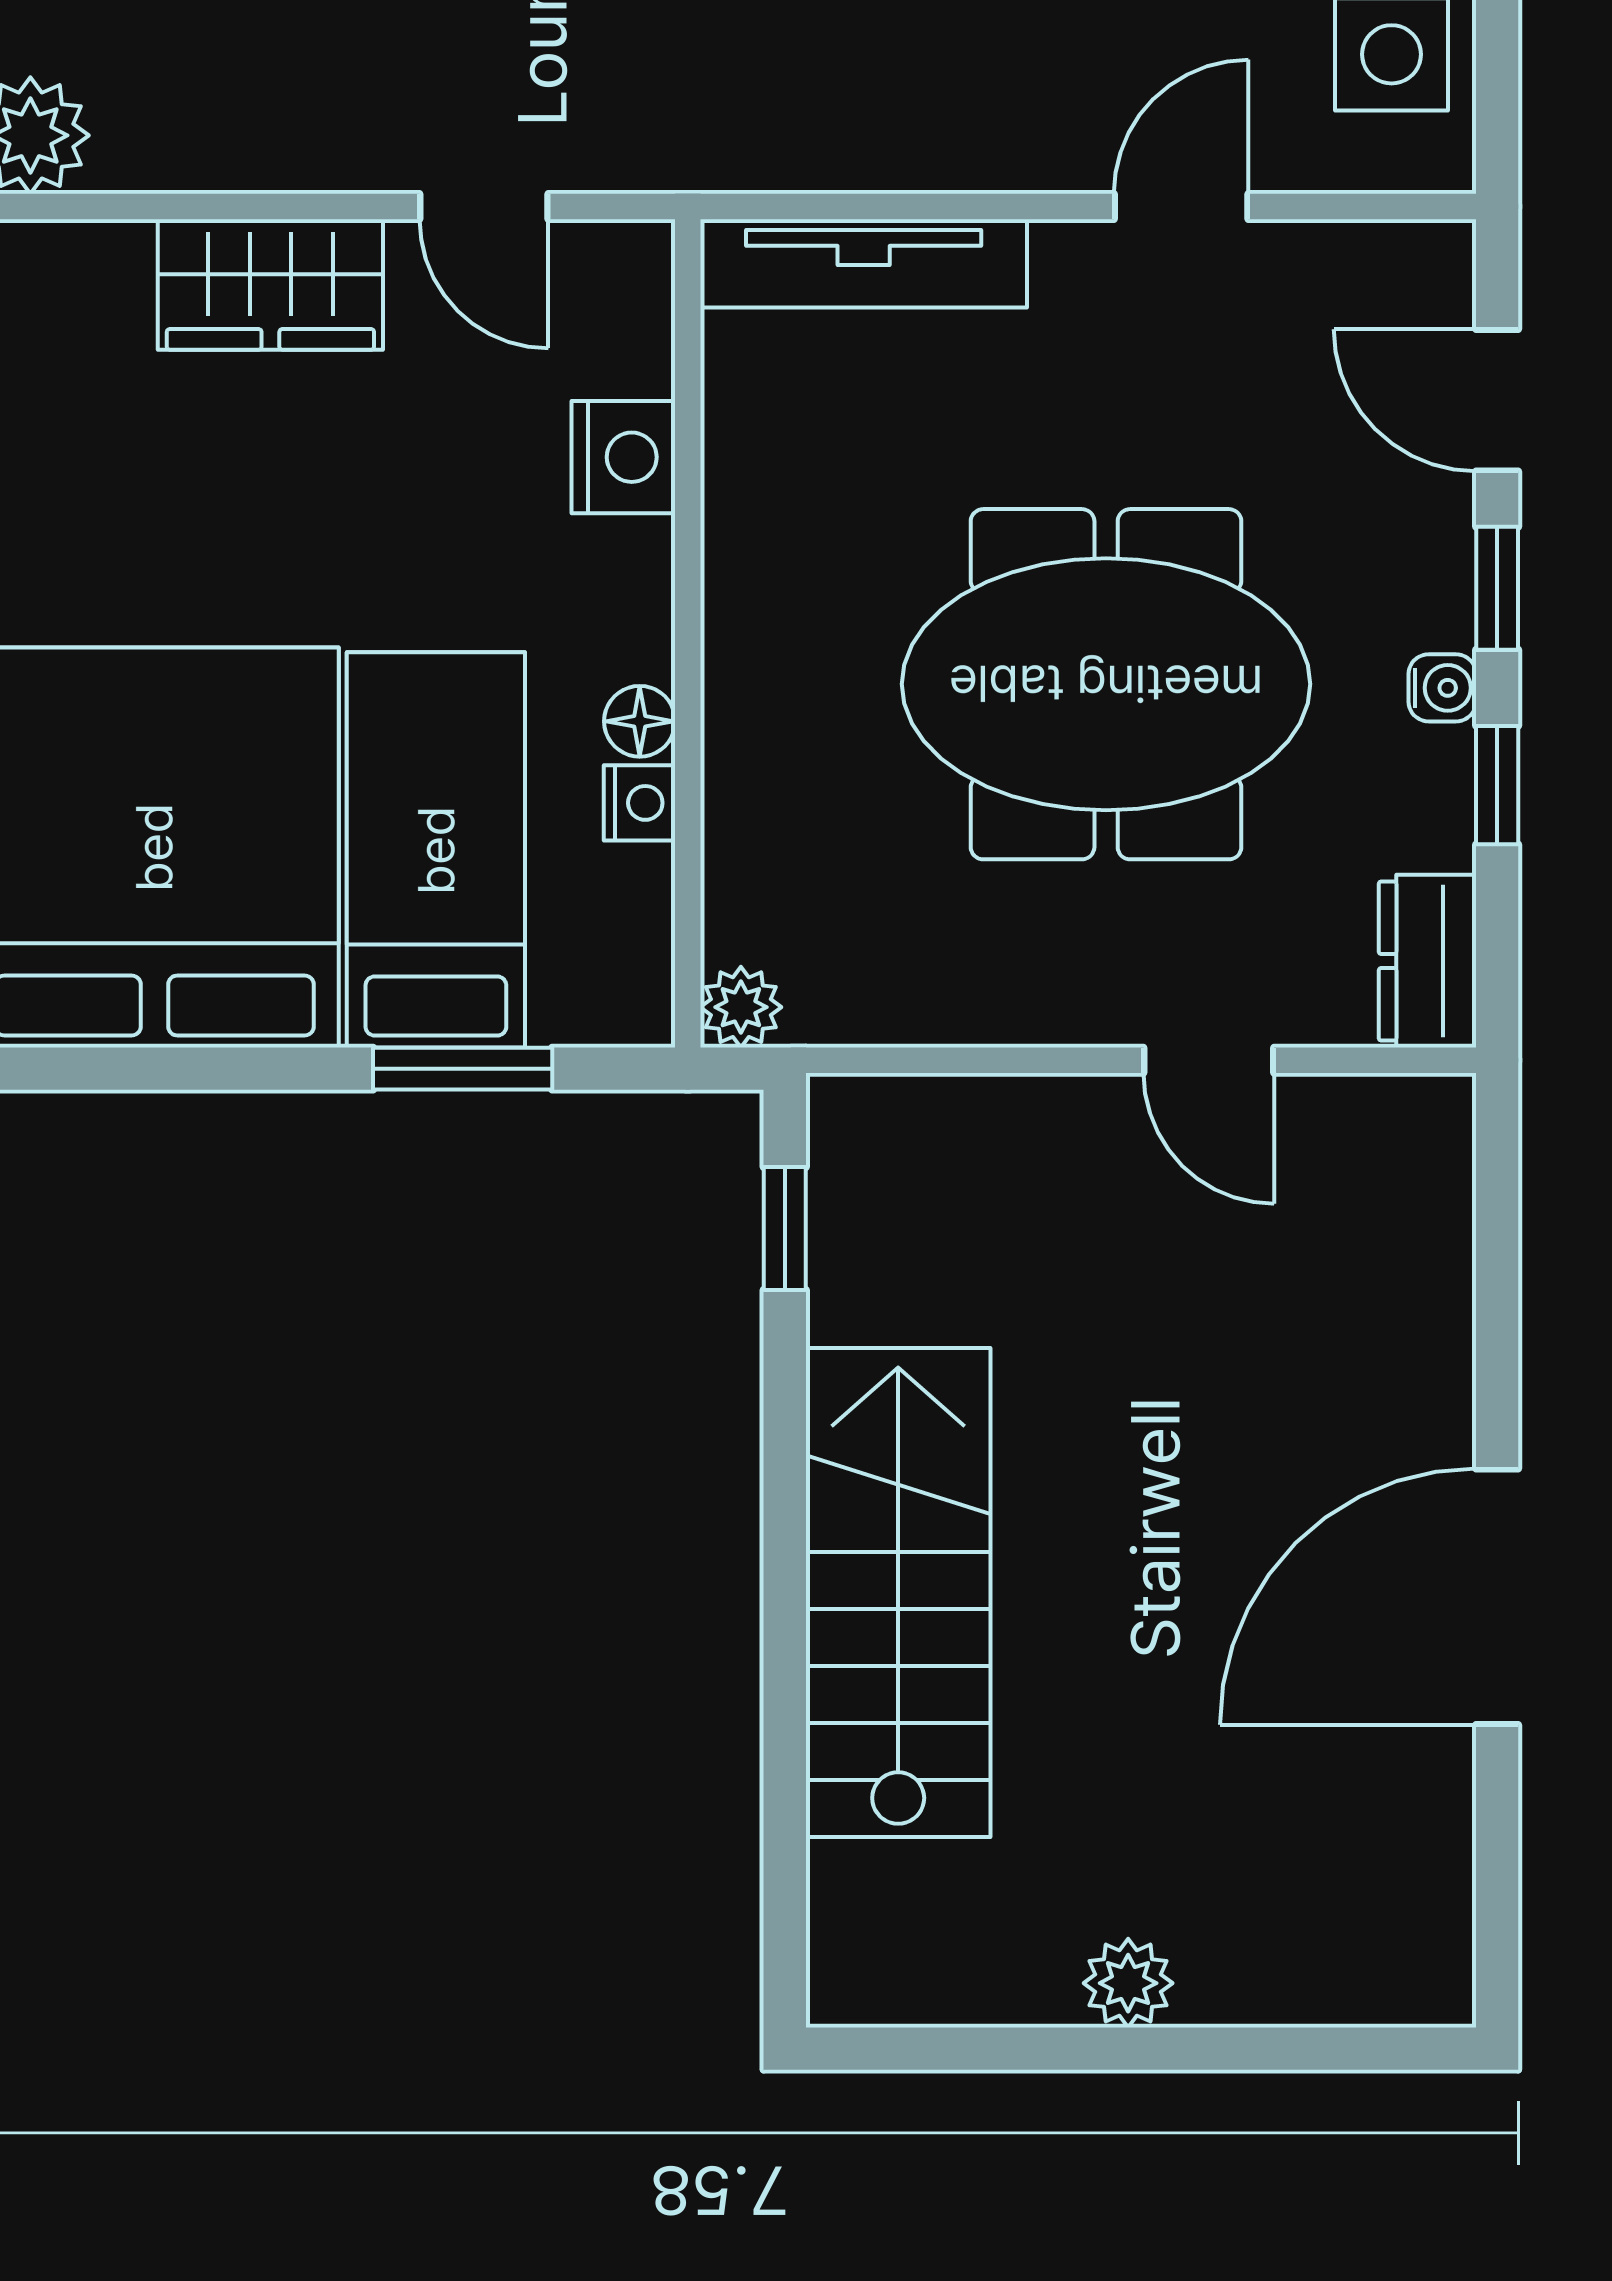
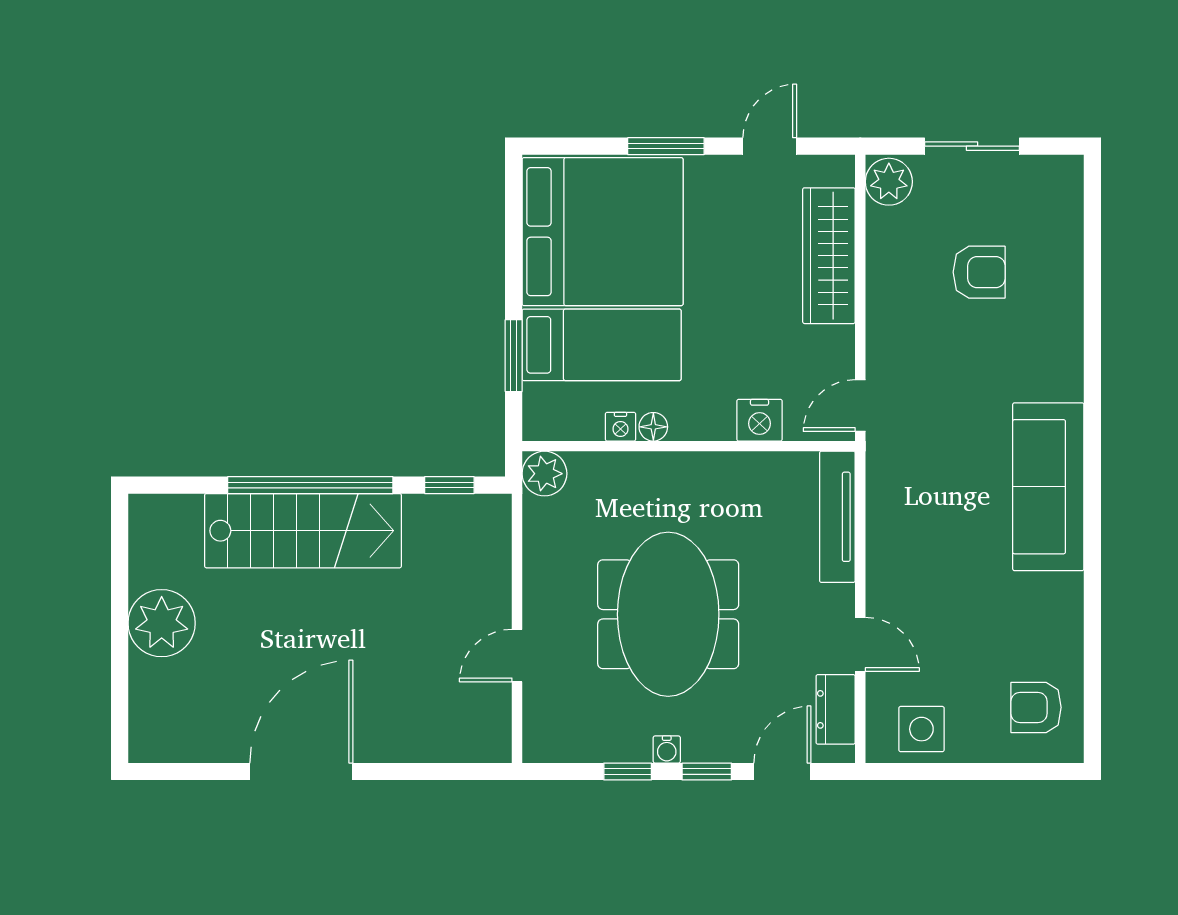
door: (484, 207) -> (860, 406), moved
wardrobe: (270, 285) -> (829, 256), width x1.50
dresser: (1427, 961) -> (836, 709), moved, turned -90
plant: (741, 1007) -> (544, 474), width x1.38, depth x1.38
window: (785, 1574) -> (310, 485), added
door: (1497, 1597) -> (301, 772), hinge flipped
plant: (1128, 1983) -> (162, 623), width x1.87, depth x1.87

